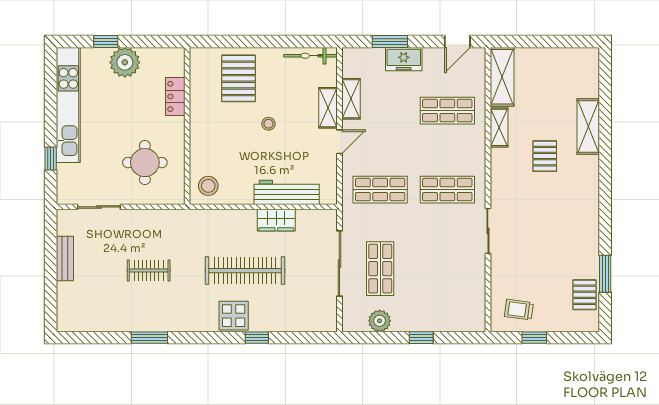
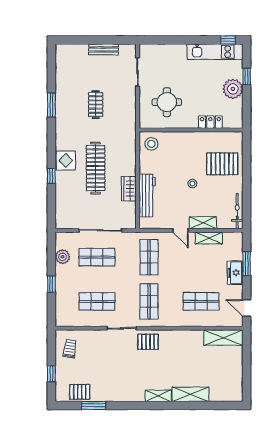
kitchen unit: (68, 105) -> (215, 52), width x0.73
shop shelf: (447, 111) -> (201, 301), turned 90
shelving: (499, 127) -> (158, 396), moved
pallet: (545, 156) -> (148, 342), moved
window: (51, 159) -> (228, 40), moved
shop shelf: (447, 269) -> (97, 301), added
window: (534, 338) -> (51, 374), moved

